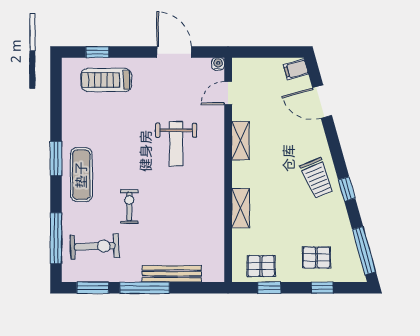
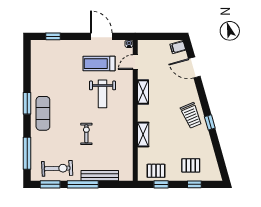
treadmill: (106, 80) -> (99, 64), moved
exercise bike: (129, 207) -> (86, 134), moved
exercise bike: (95, 246) -> (57, 168), moved
window: (364, 251) -> (221, 161), removed

